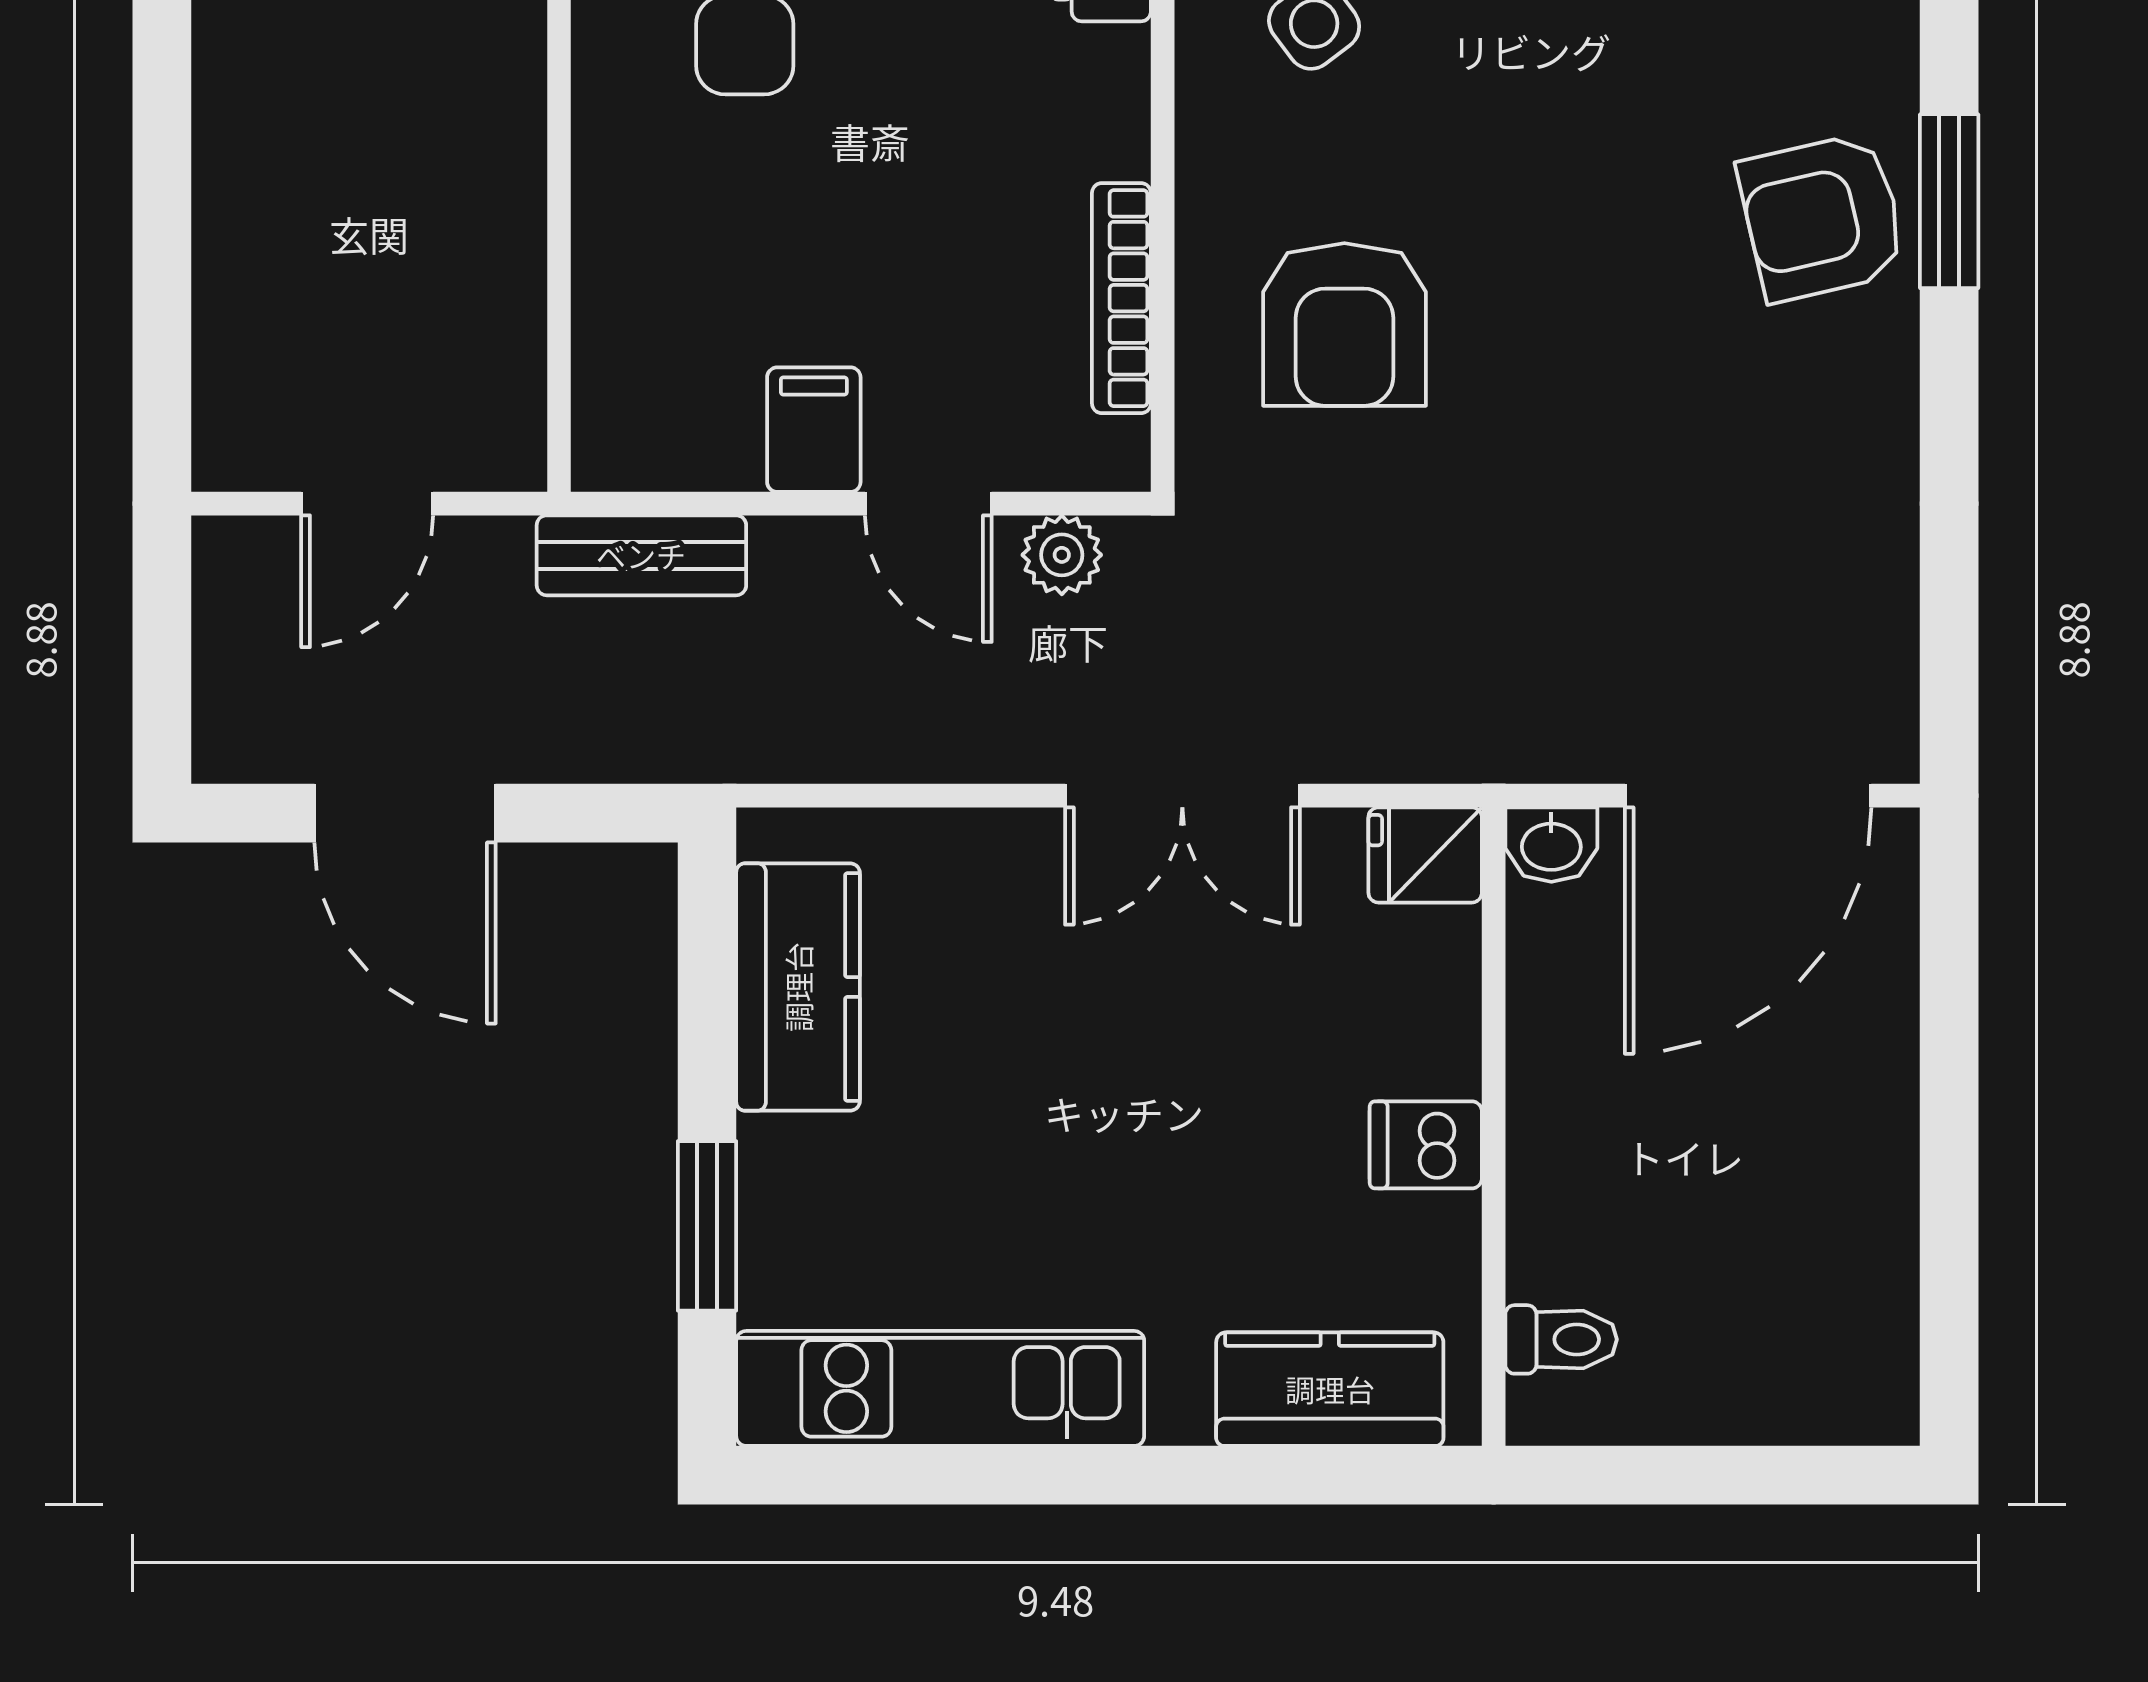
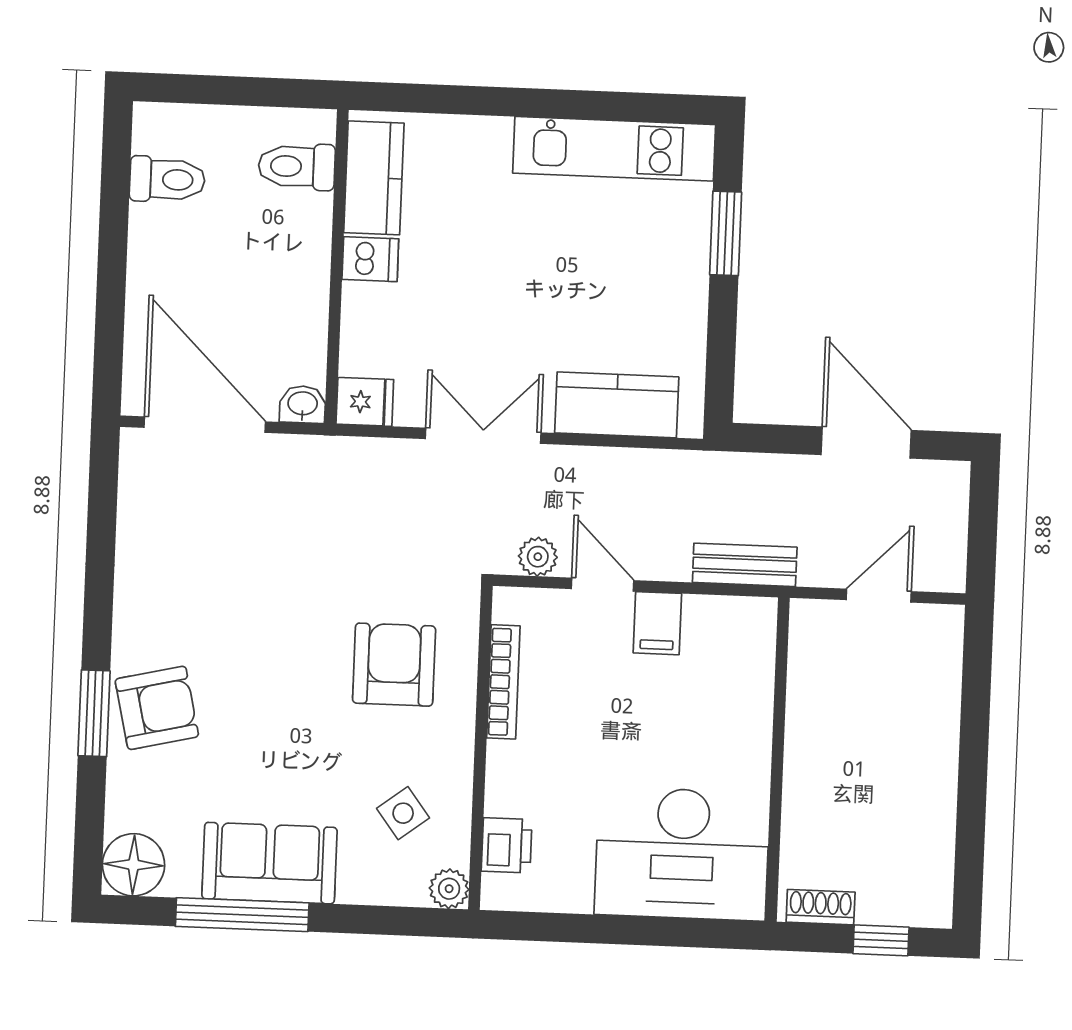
door: (1748, 796) -> (205, 425), hinge flipped
kitchen counter: (798, 987) -> (617, 405), moved, turned 90
toilet: (1844, 1290) -> (167, 179), added
toilet: (1561, 1339) -> (297, 166), width x1.37, depth x1.39
kitchen counter: (1330, 1389) -> (374, 178), moved, turned -90

